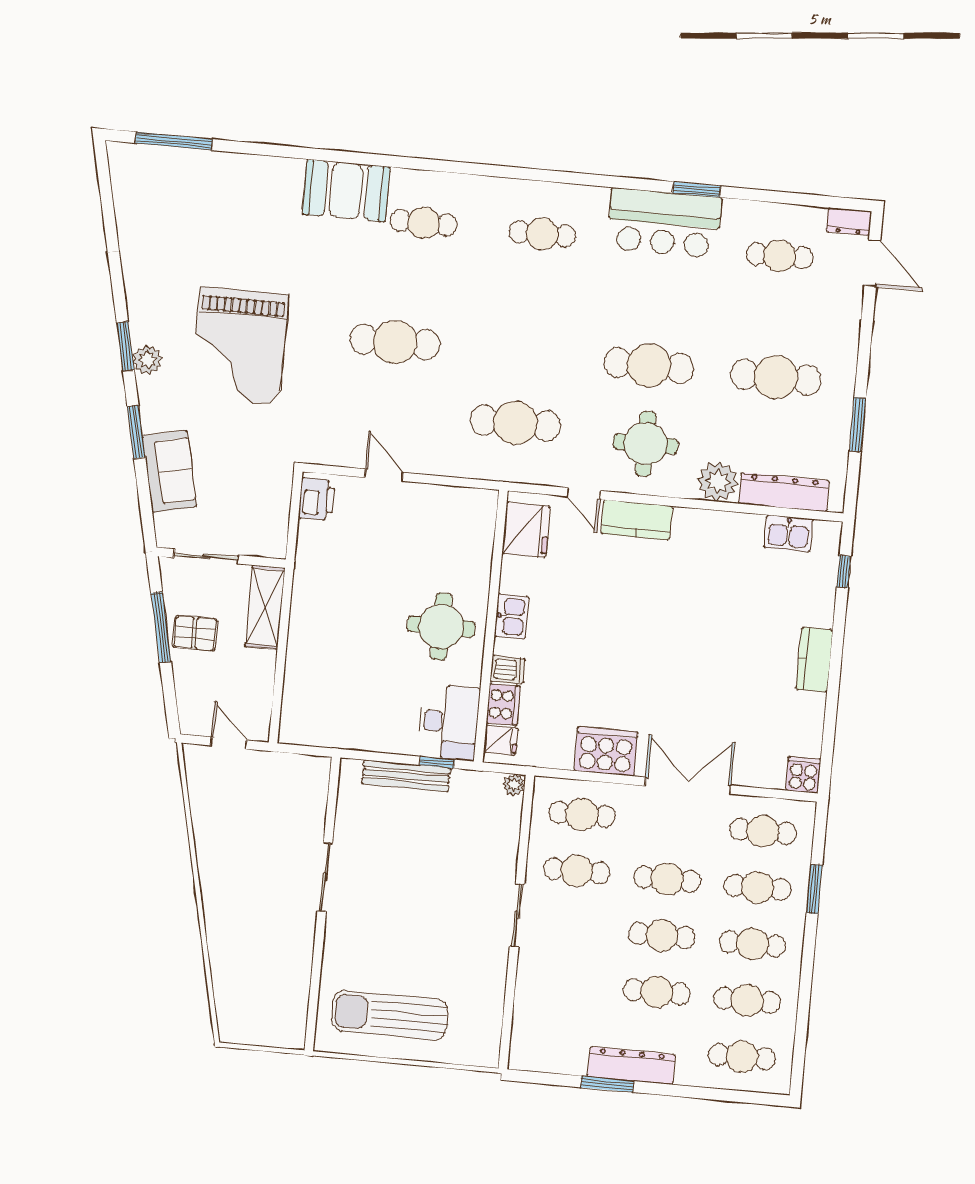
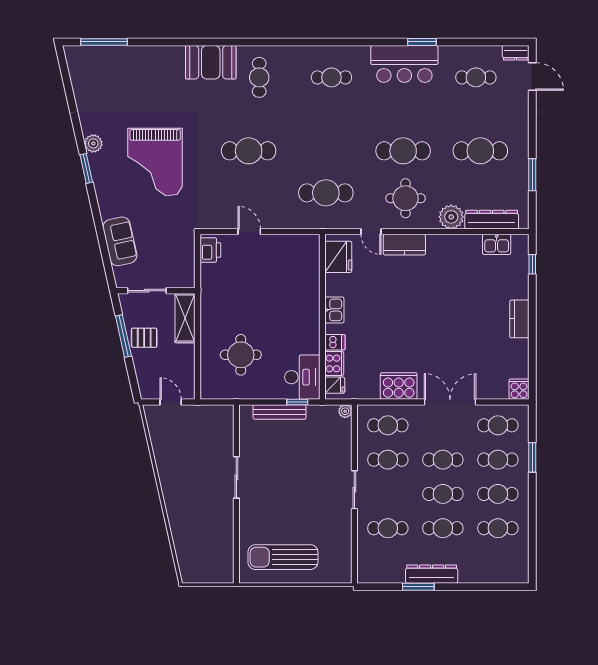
cafe table: (424, 223) -> (259, 77), turned 90
plant: (148, 360) -> (93, 143), moved
window: (136, 432) -> (98, 219), removed
round table: (441, 626) -> (241, 355), moved
cafe table: (742, 1057) -> (388, 528), moved

